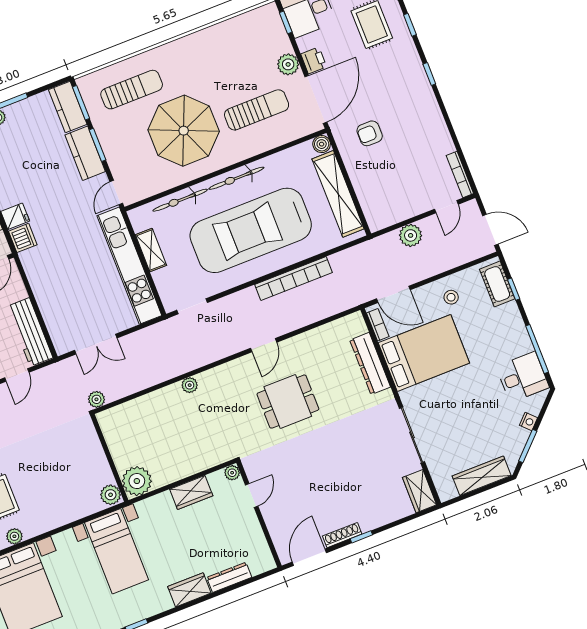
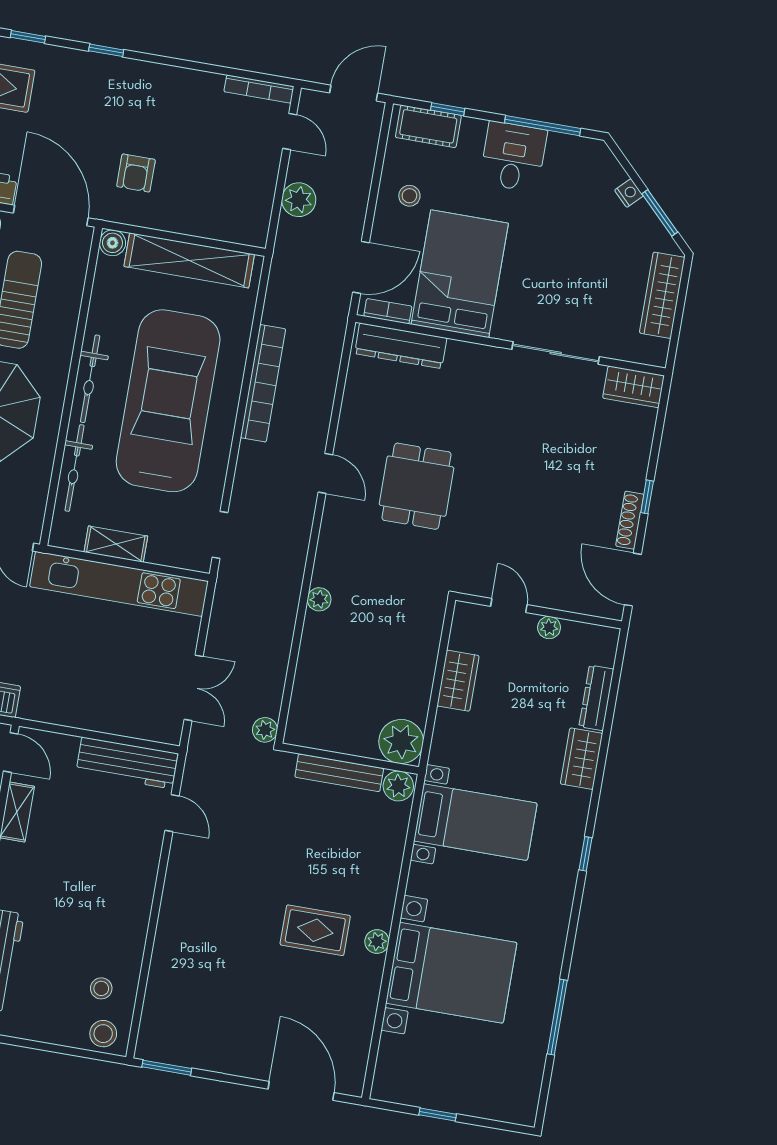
car: (251, 230) -> (168, 401), turned 180
dresser: (370, 363) -> (401, 346), moved
desk: (523, 377) -> (513, 157), moved
bench: (98, 456) -> (339, 773), added
plant: (232, 473) -> (549, 628), moved

